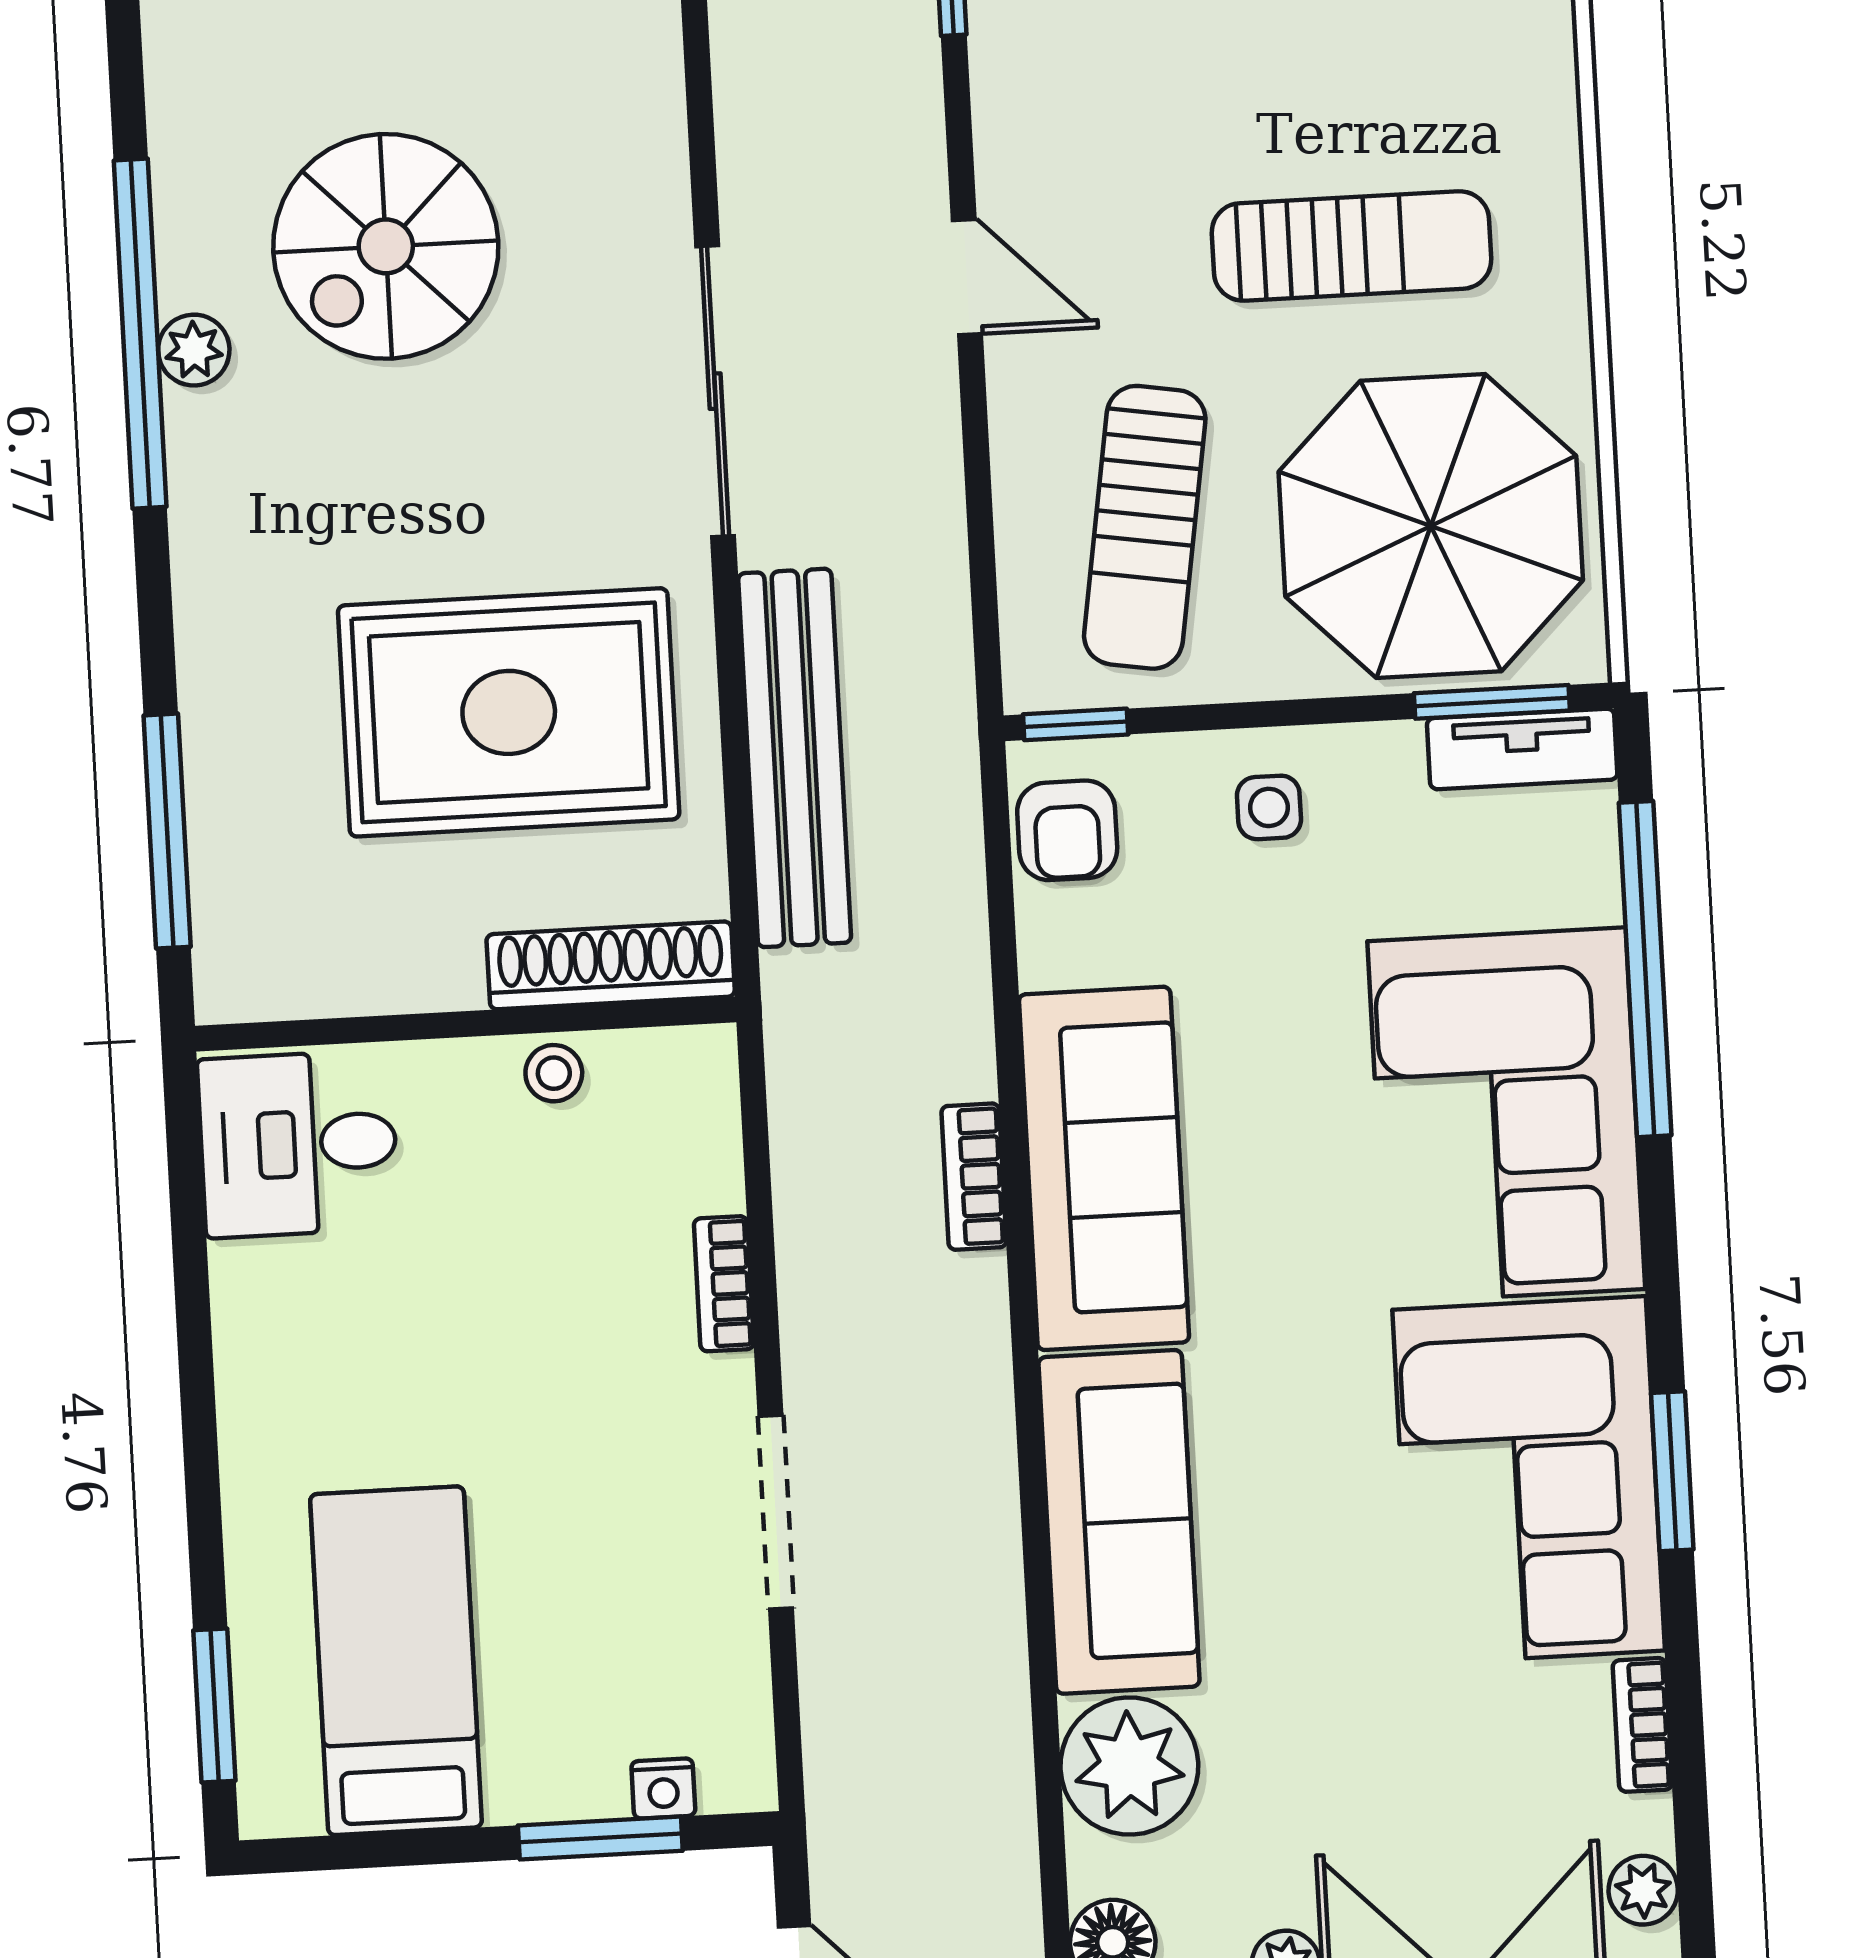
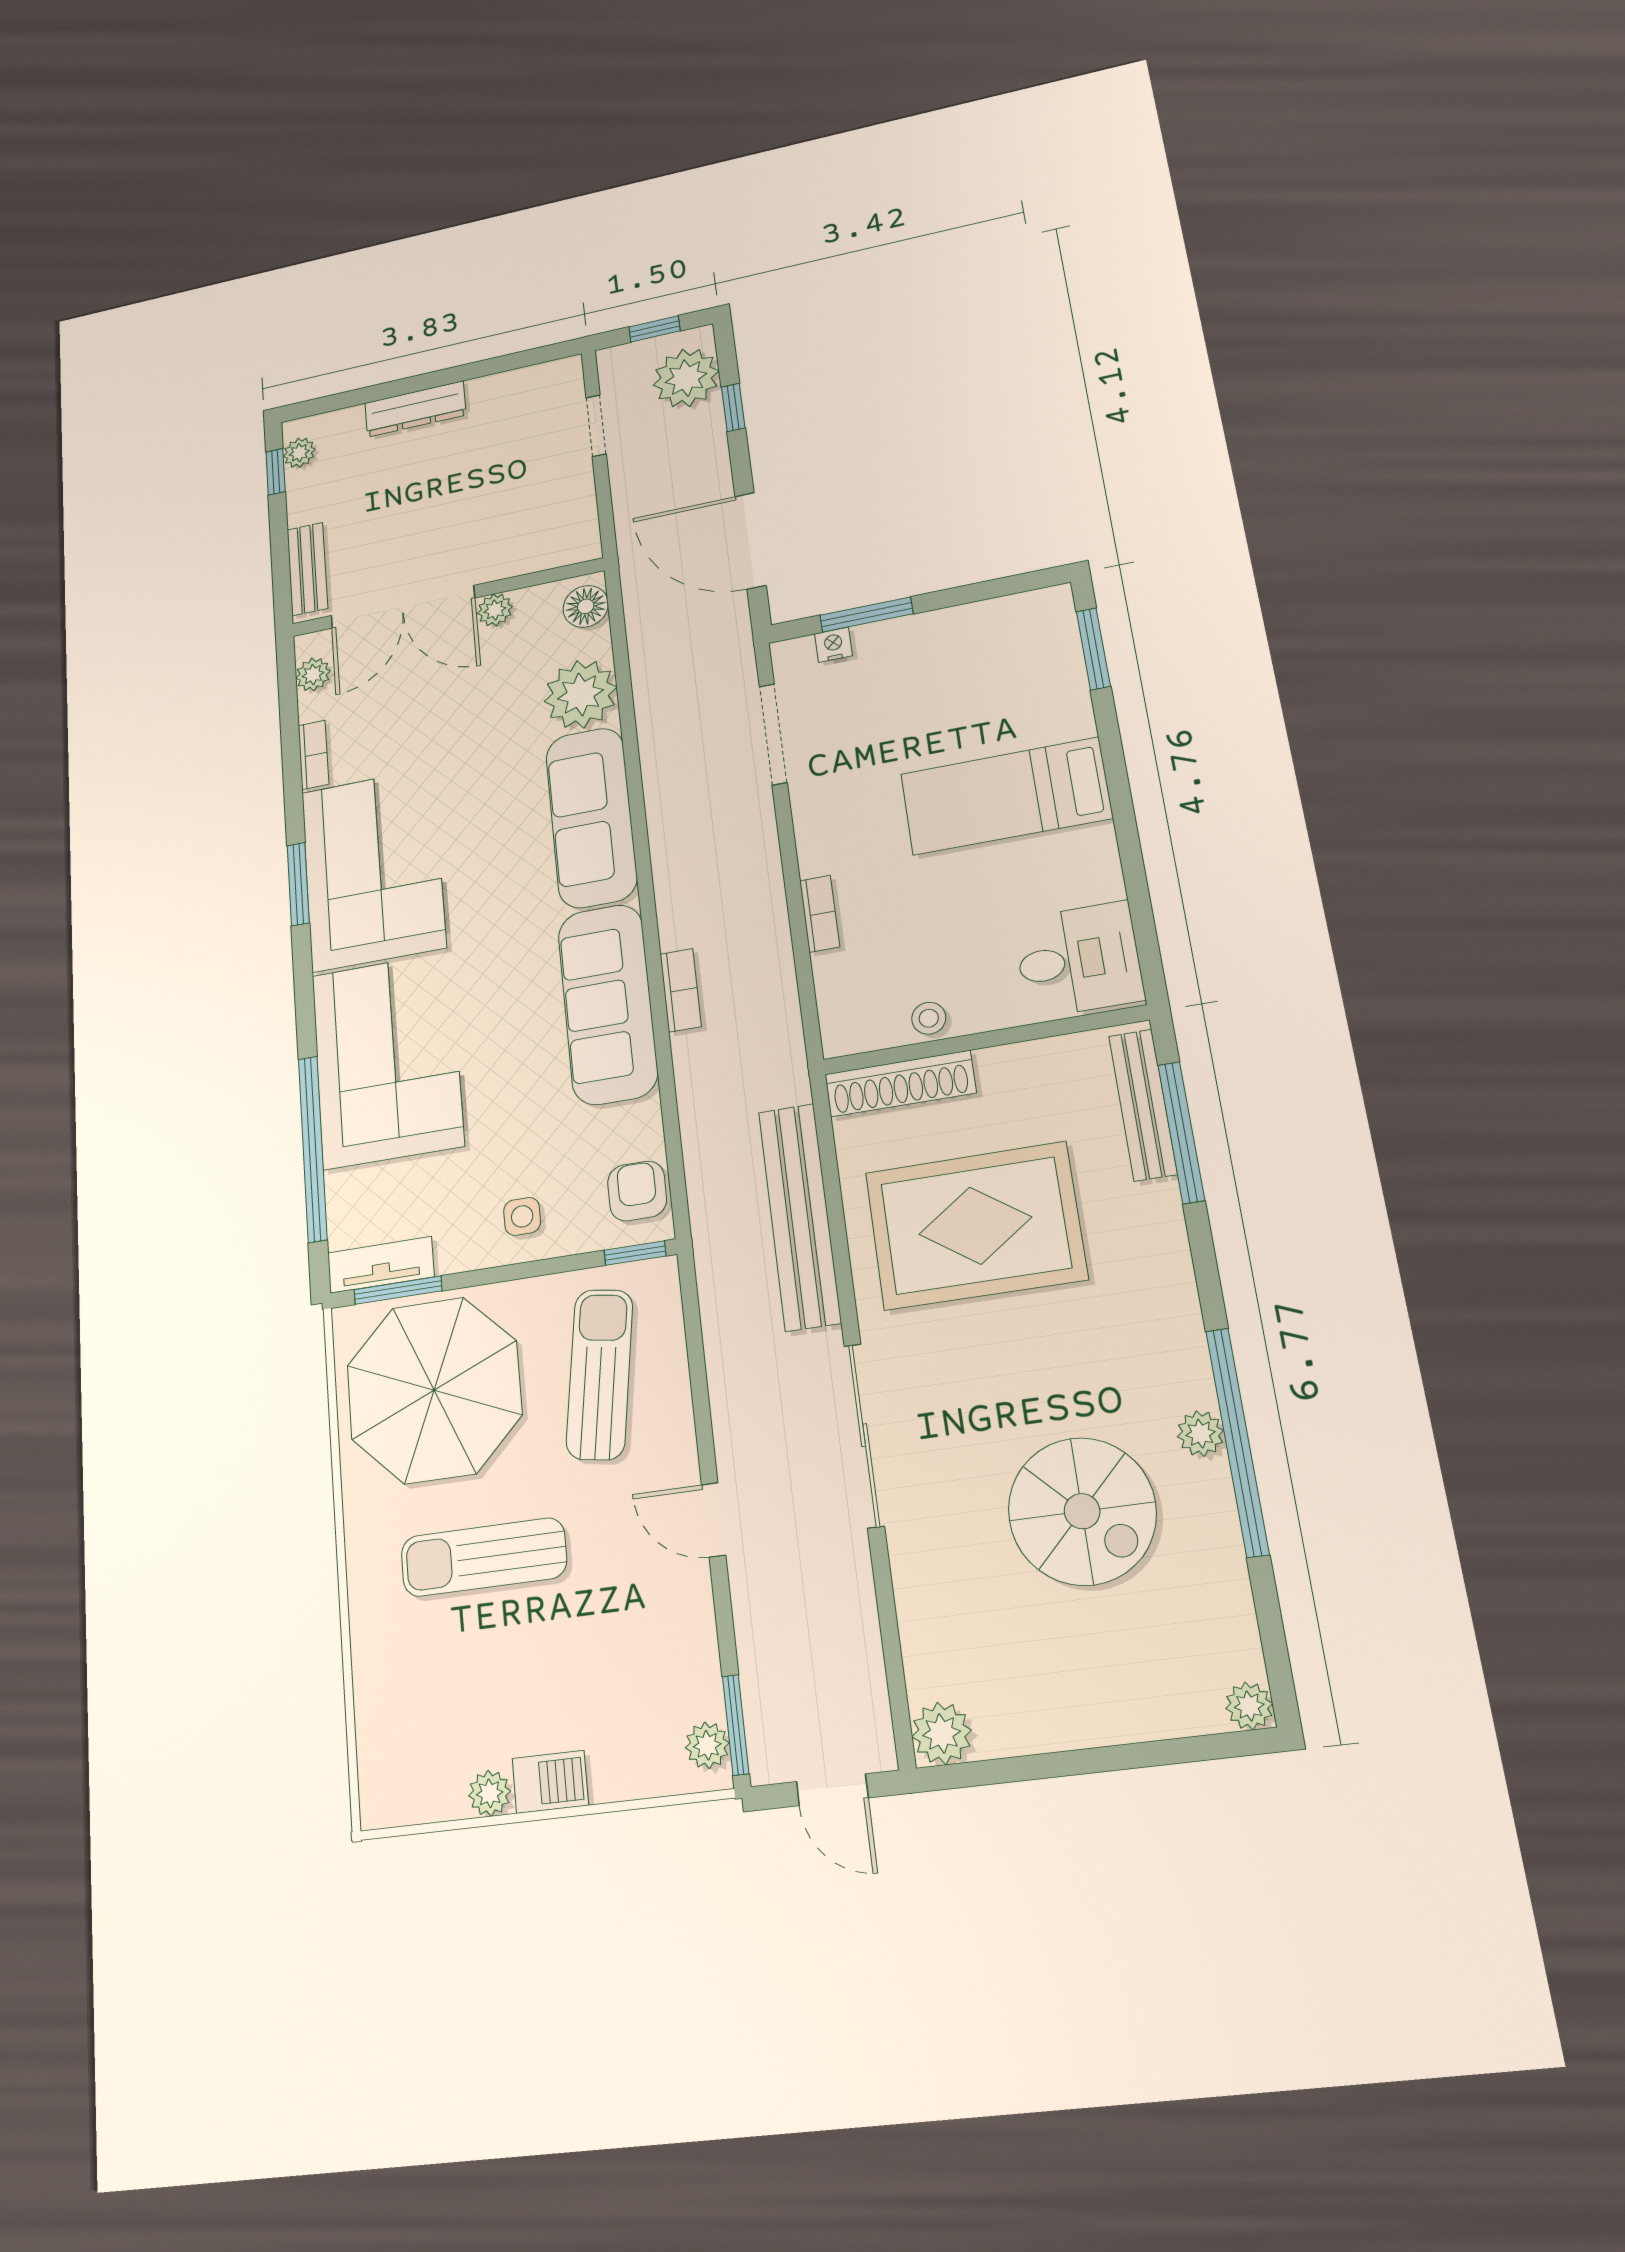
spiral stairs: (386, 246) -> (1082, 1511), turned 90
bench: (222, 884) -> (1143, 1105), added
doorway: (776, 1512) -> (773, 734), moved
bed: (396, 1661) -> (1006, 796), moved, turned 90

